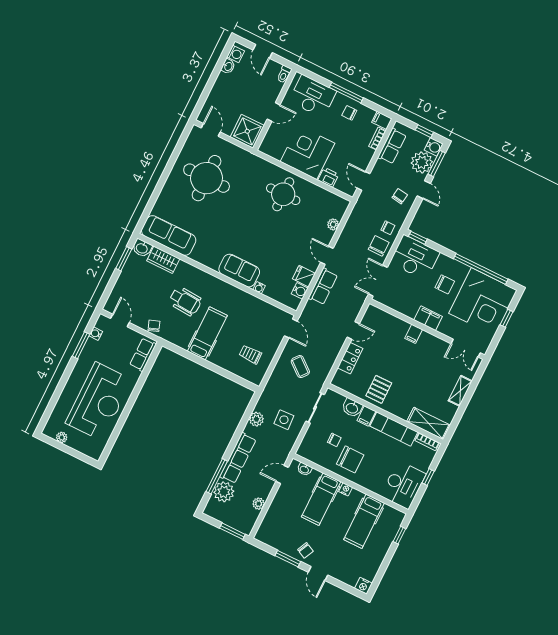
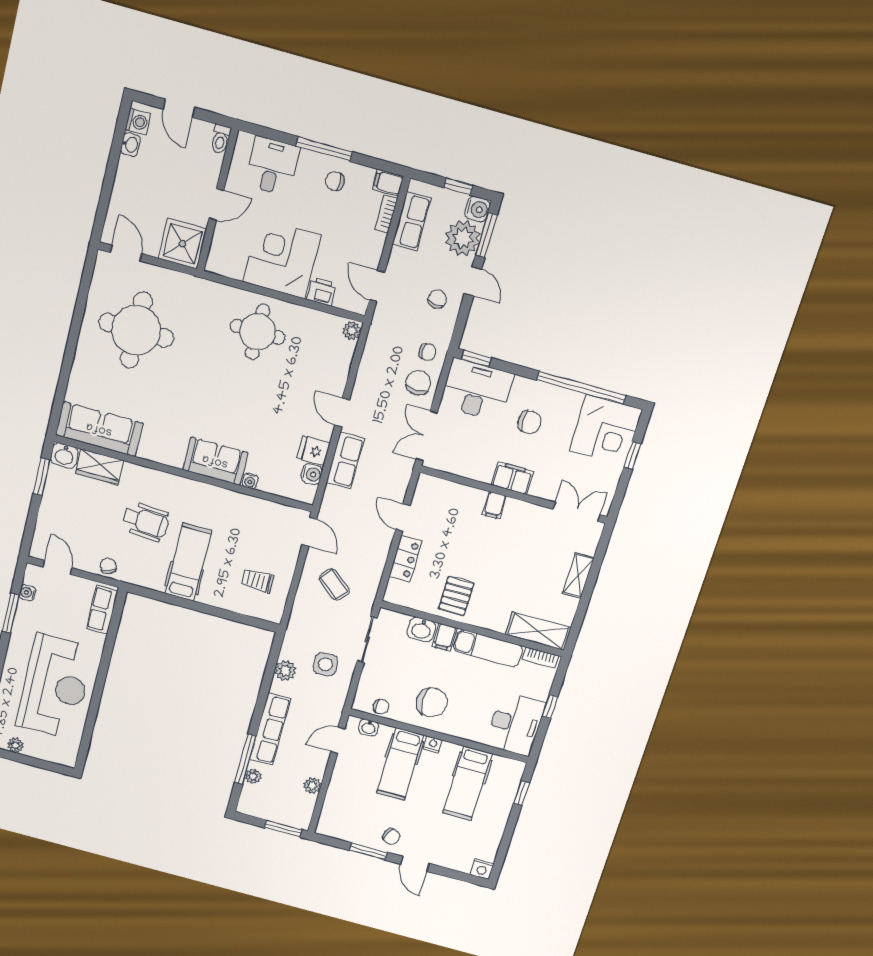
desk: (313, 96) -> (272, 166), width x0.73
plant: (333, 224) -> (352, 331), moved
corner desk: (483, 302) -> (606, 430), width x0.74, depth x0.74
door: (353, 330) -> (403, 517), swing flipped
double door: (466, 348) -> (577, 512), swing flipped
chair: (334, 440) -> (381, 707), moved
plant: (224, 492) -> (253, 776), width x0.53, depth x0.53

